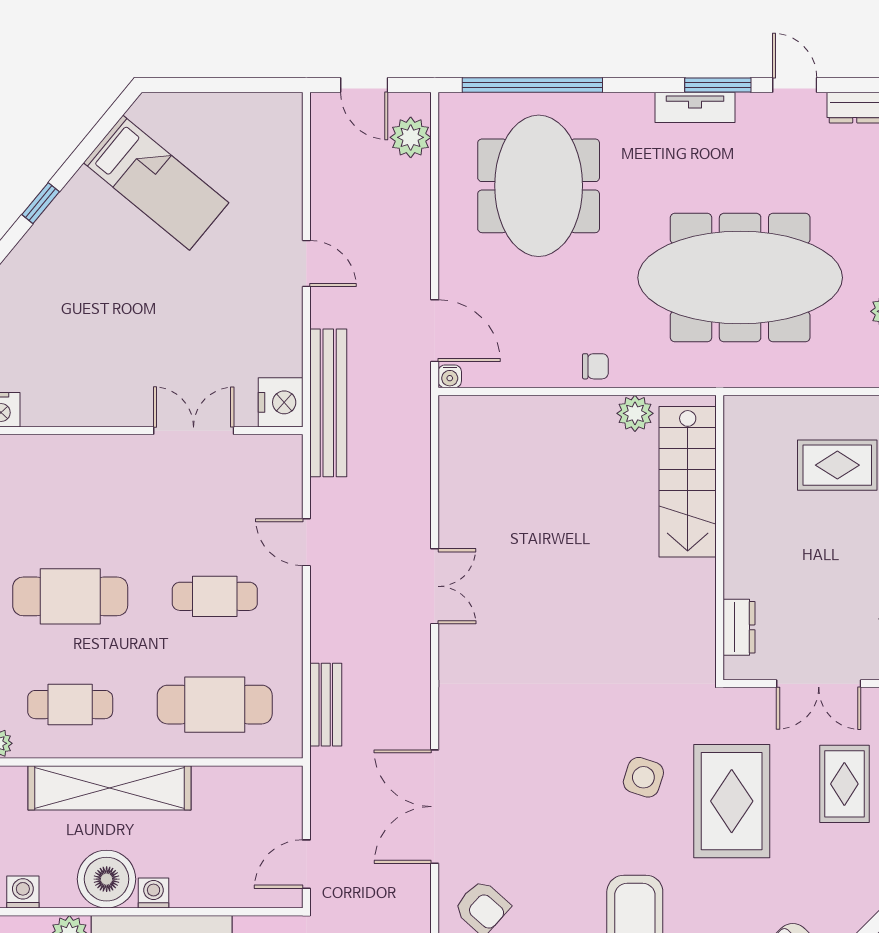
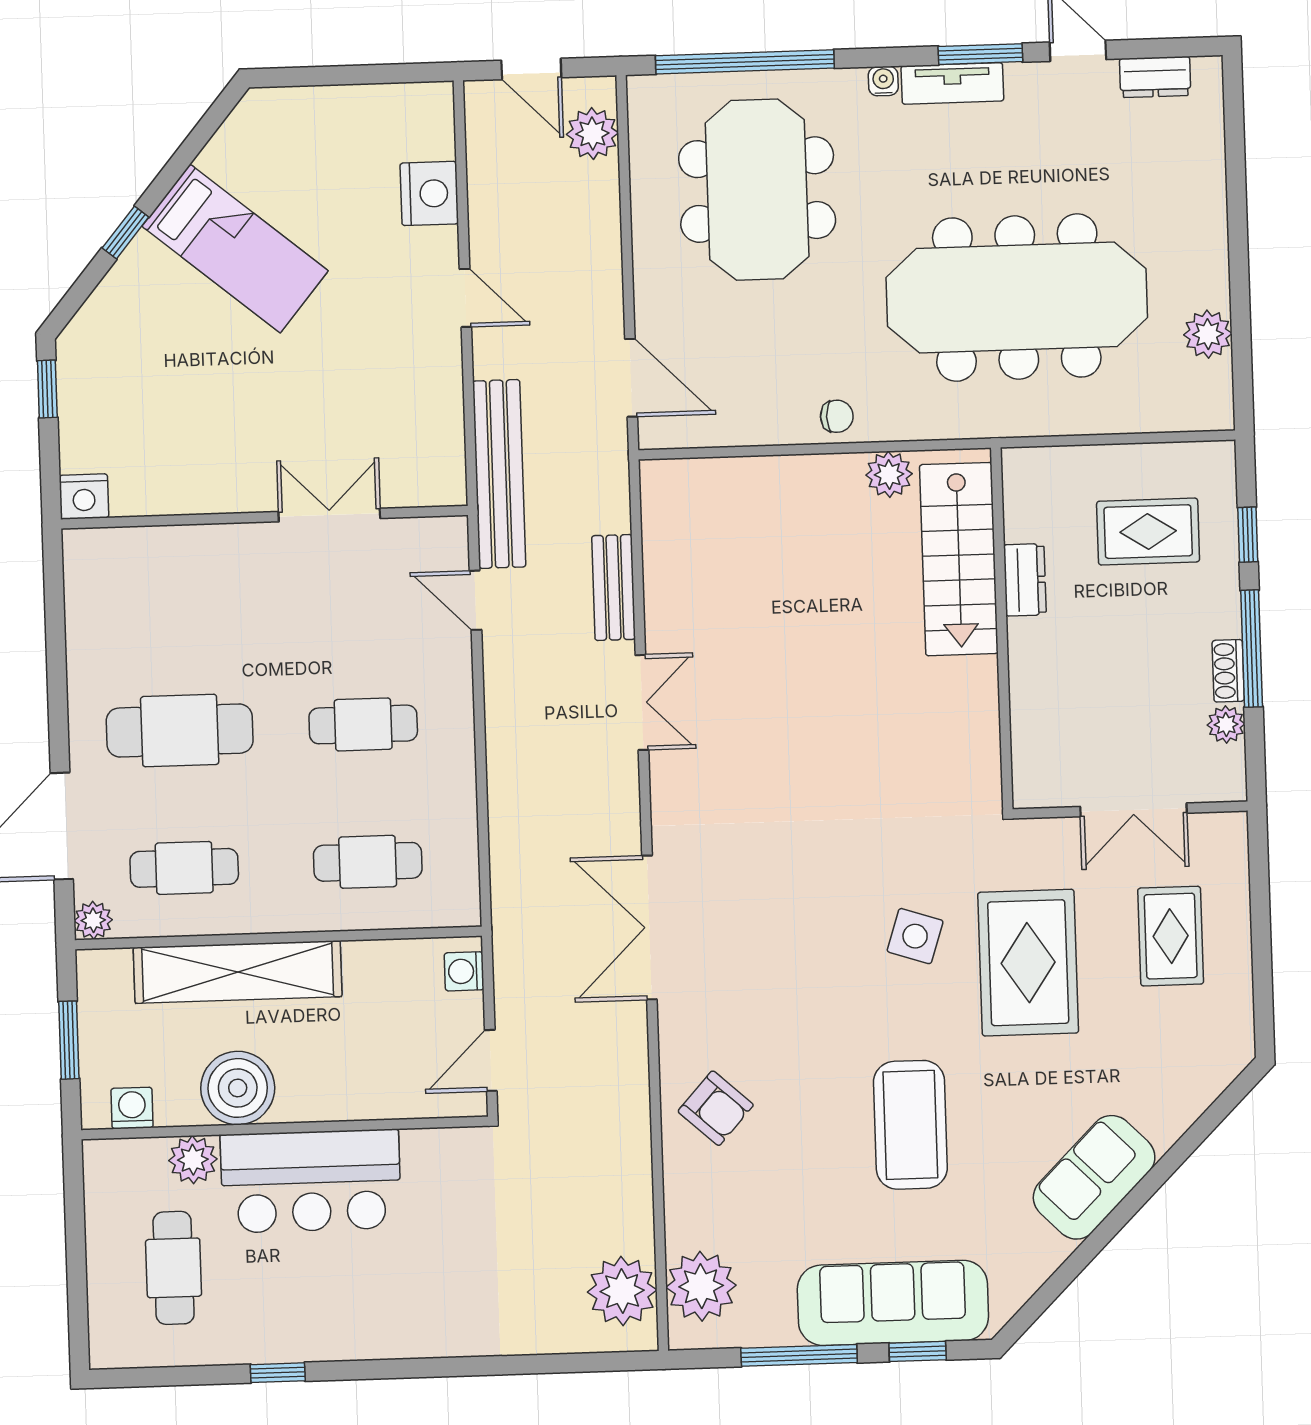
bed: (156, 183) -> (235, 249), moved
water cooler: (450, 376) -> (883, 81), moved, turned 180
nightstand: (281, 402) -> (429, 193), moved
door: (306, 542) -> (476, 600), moved
dresser: (739, 627) -> (1025, 580), moved
cafe table: (215, 705) -> (368, 862), width x0.73, depth x0.74
bench: (326, 705) -> (613, 588), moved
double door: (435, 807) -> (649, 928), moved
washing machine: (154, 893) -> (464, 971), moved, turned -90

